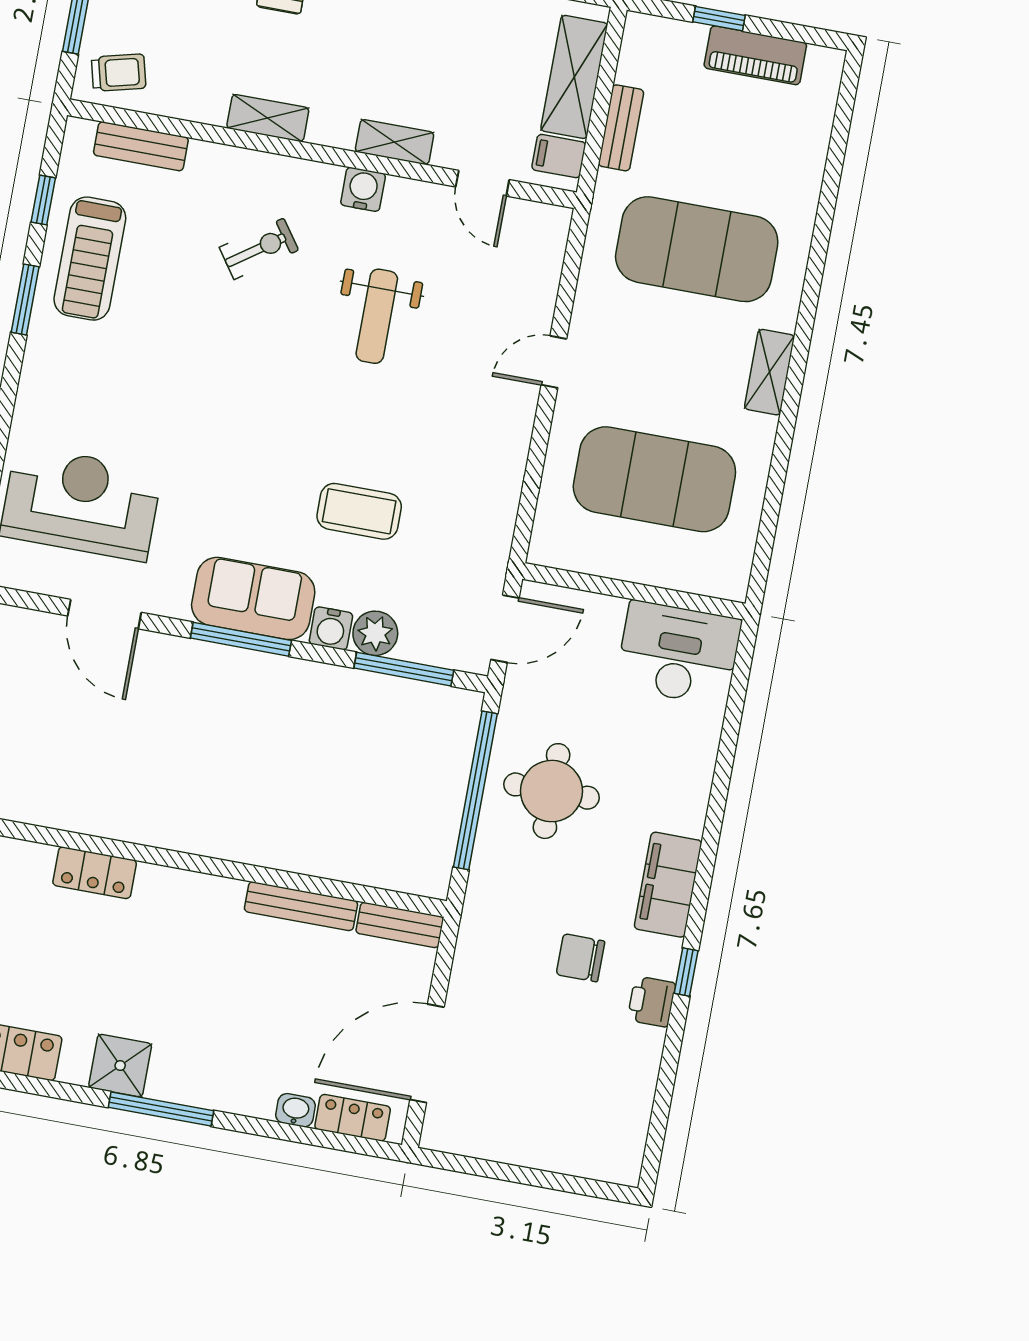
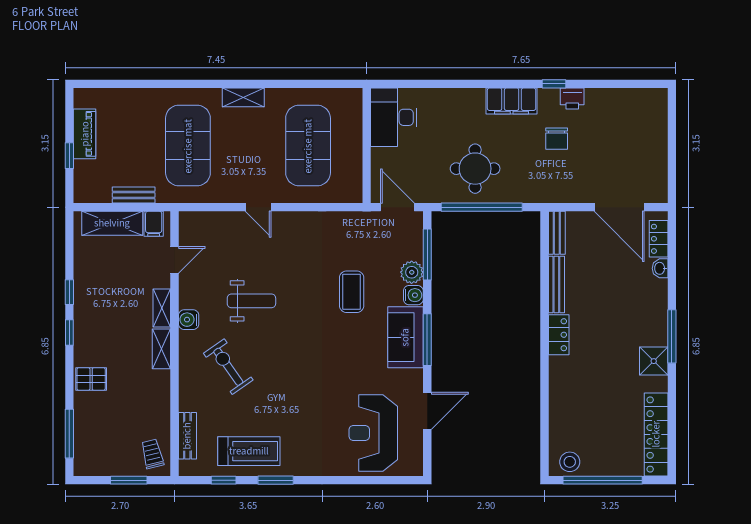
shelving: (268, 118) -> (161, 349), moved
exercise bike: (259, 249) -> (228, 367), width x1.38, depth x1.39
locker: (95, 873) -> (559, 335), moved

